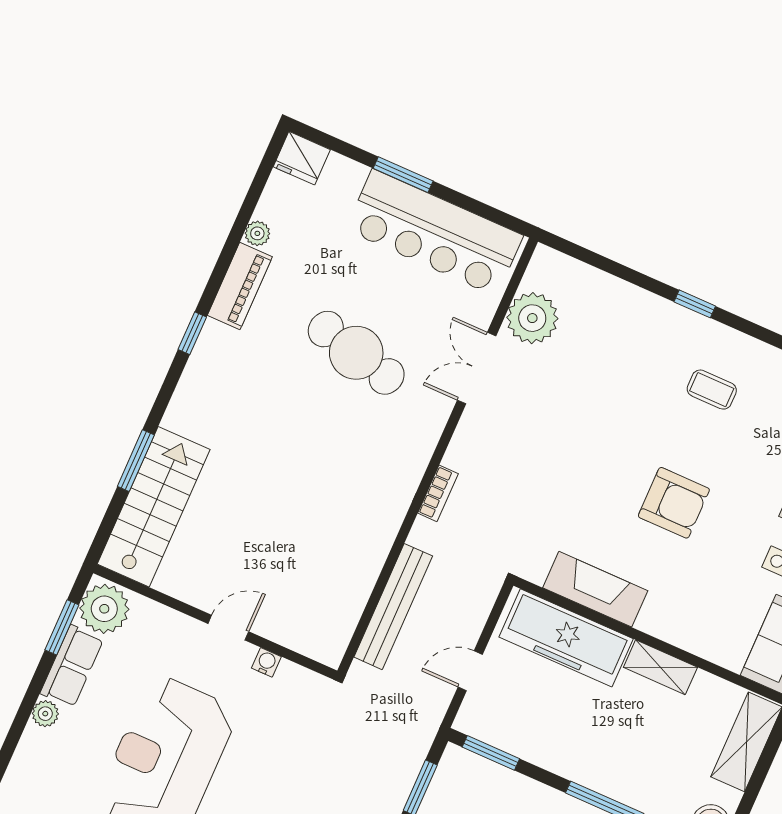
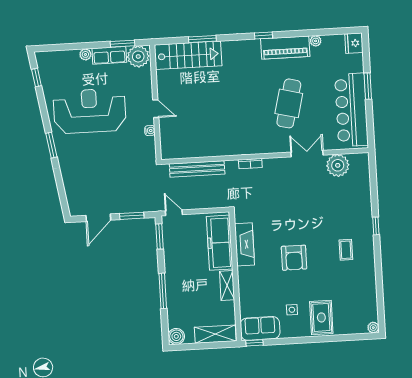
piano: (240, 286) -> (285, 48), width x1.37, depth x1.33
door: (470, 671) -> (174, 213), moved

